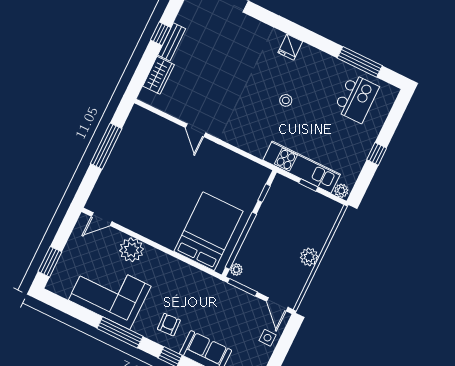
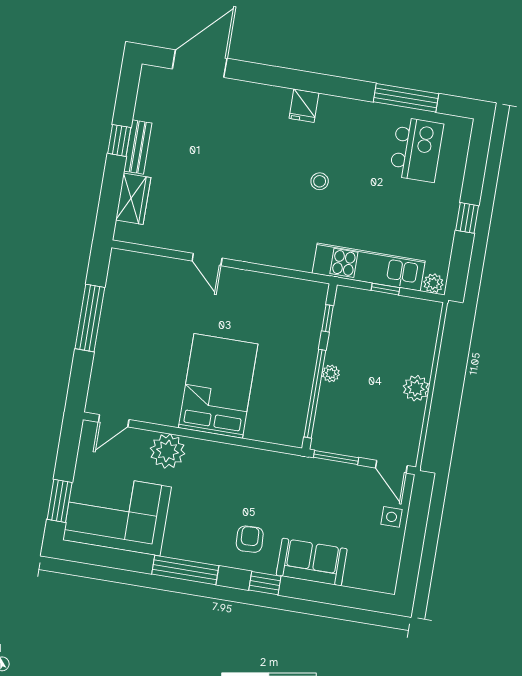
bed: (208, 231) -> (218, 386), moved
plant: (236, 270) -> (331, 373), moved
corner sofa: (110, 293) -> (117, 513), moved

